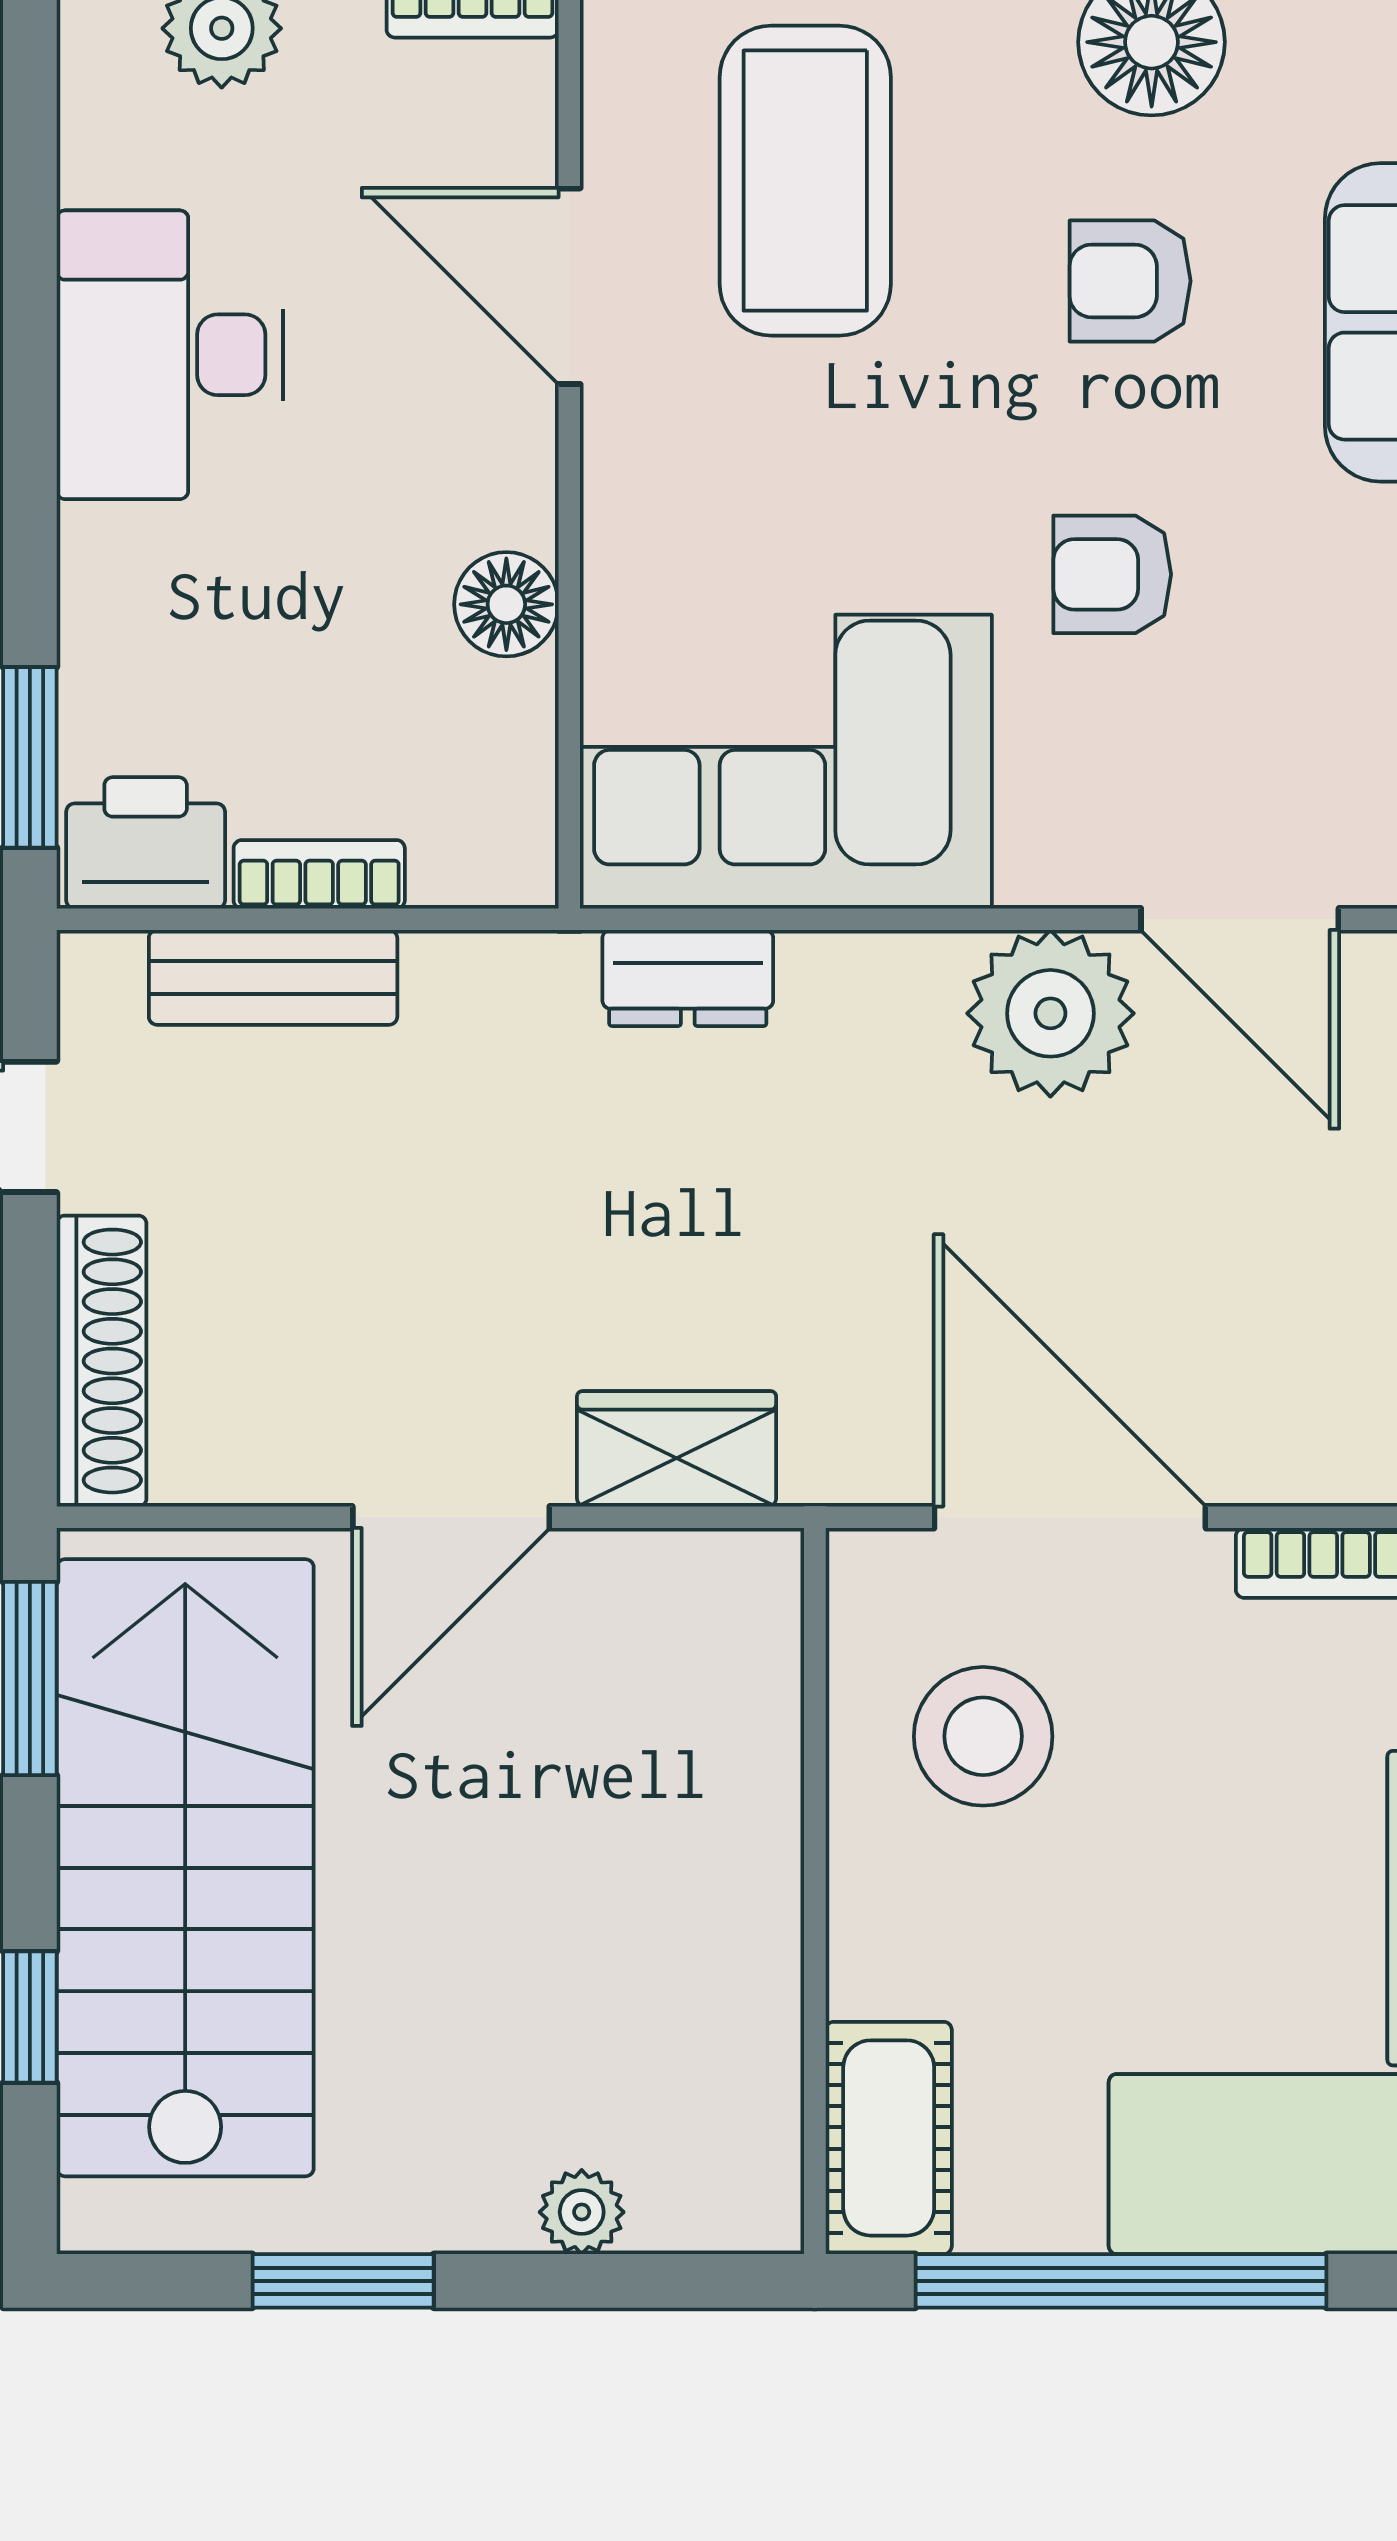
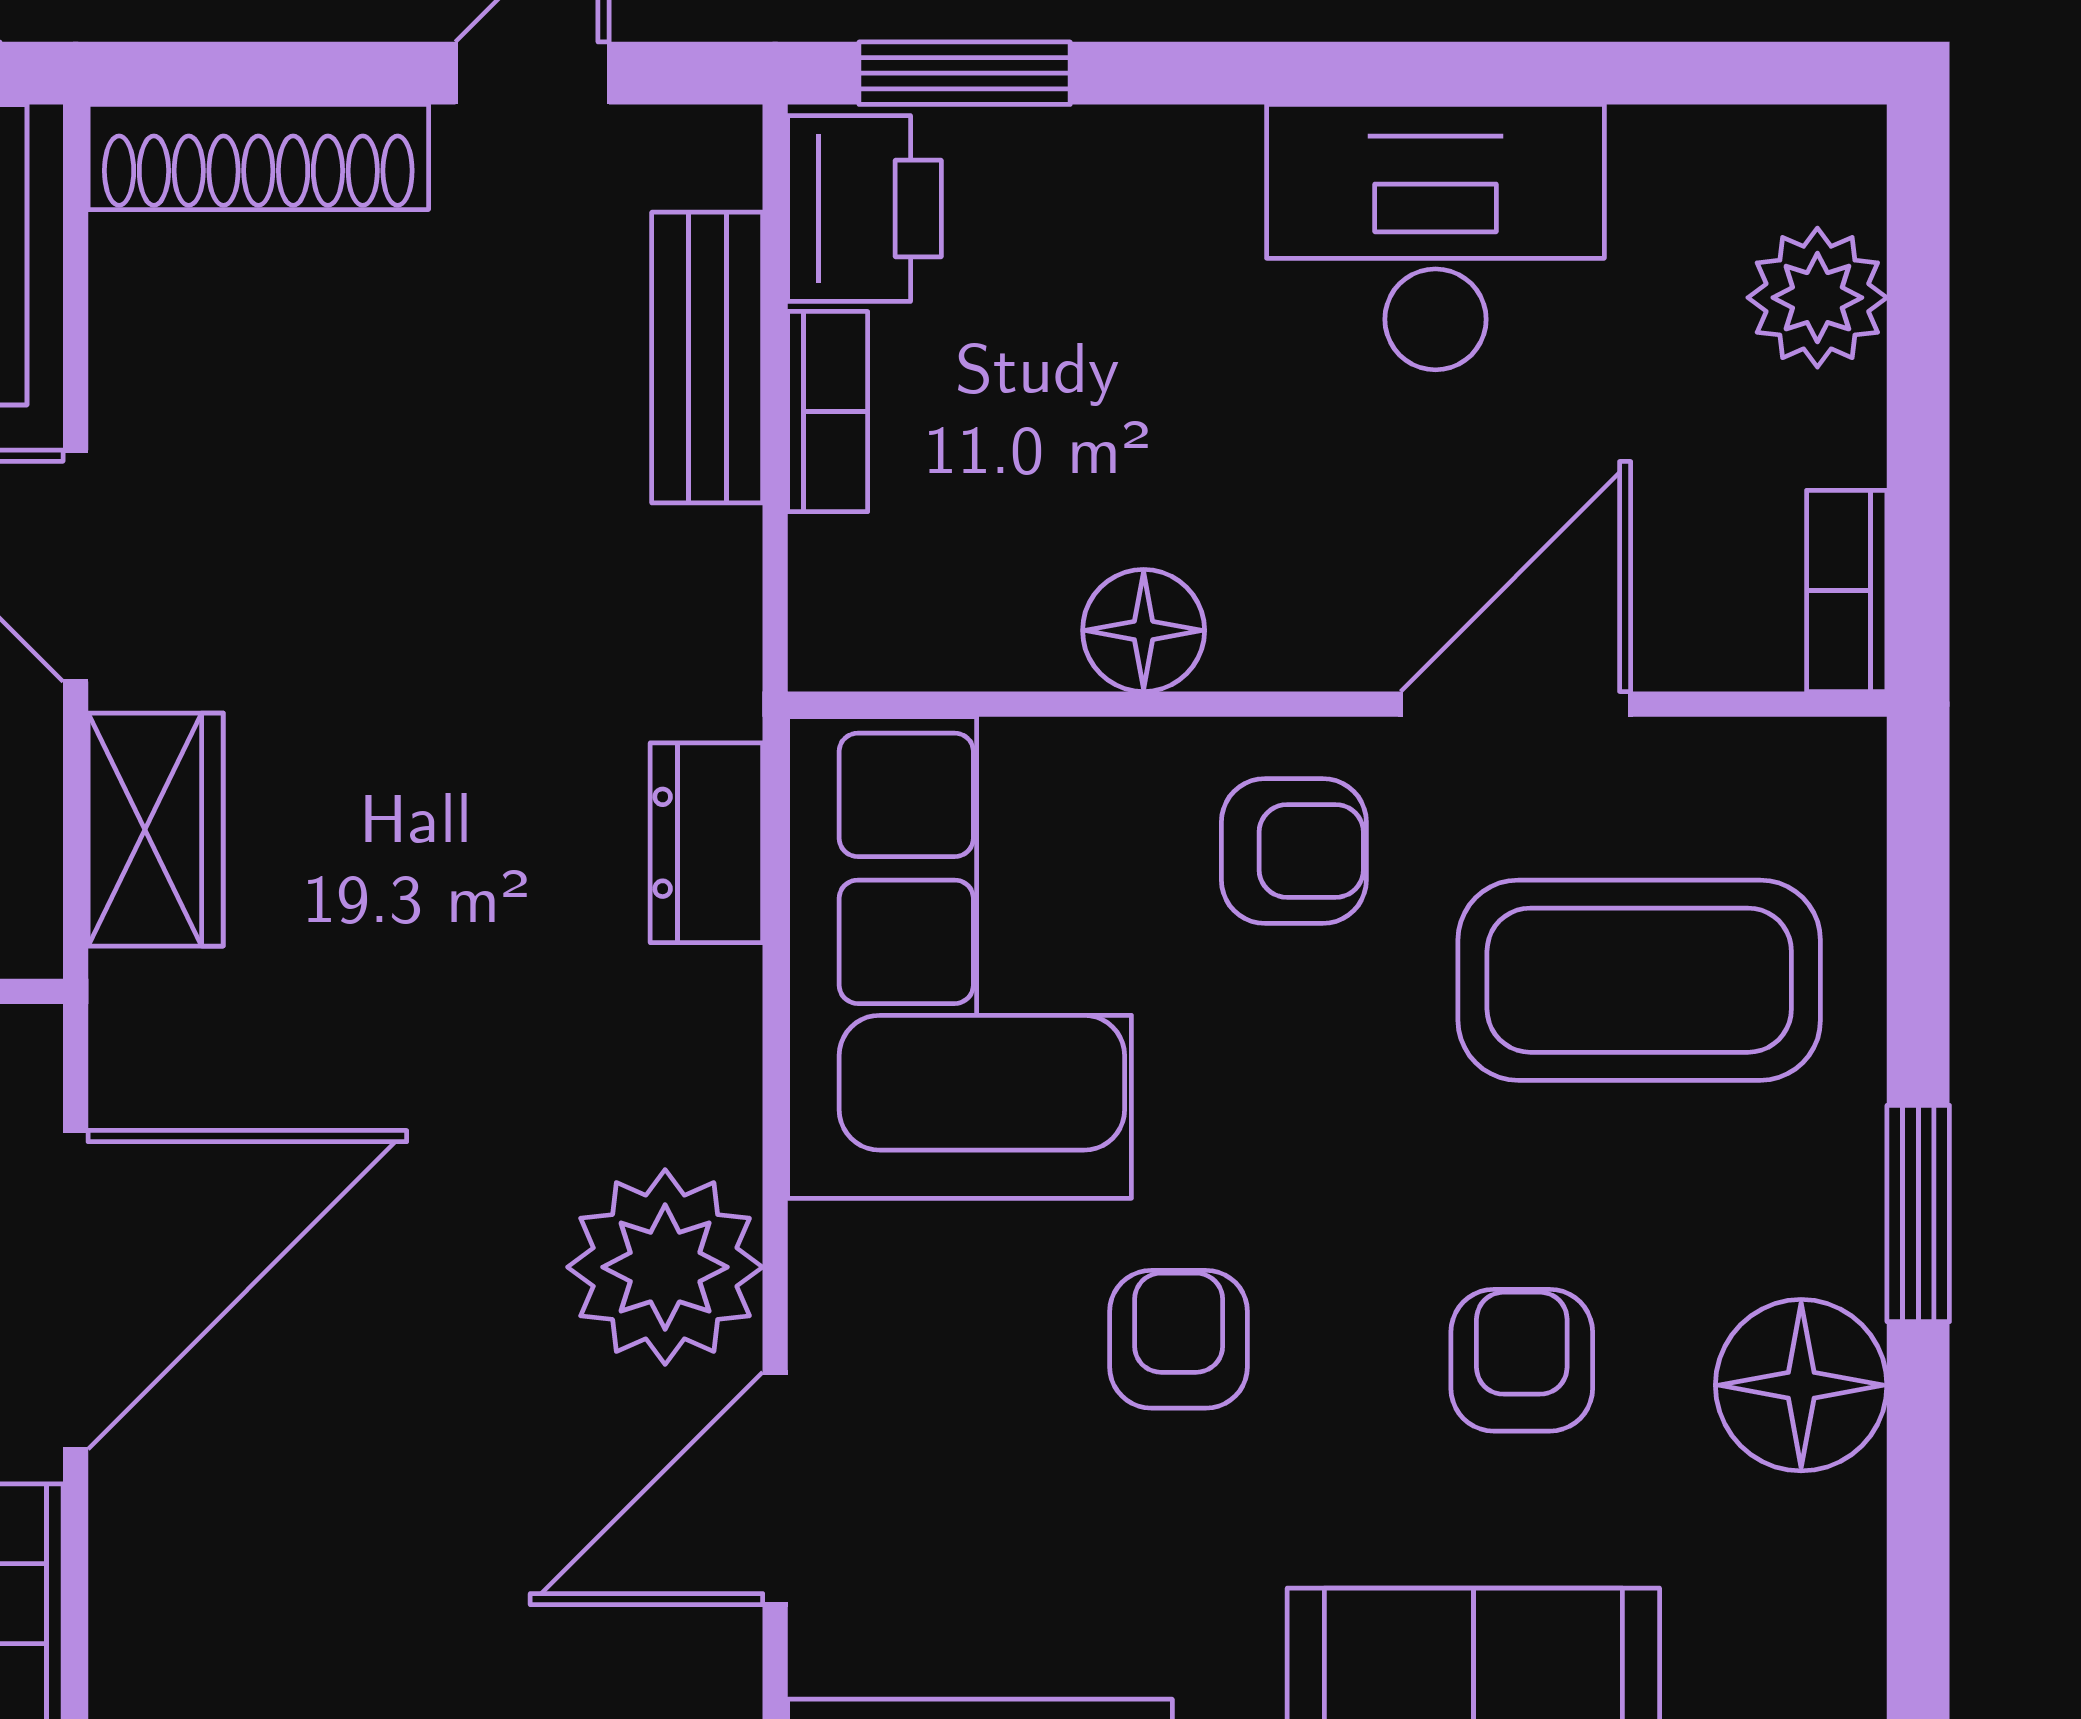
armchair: (695, 476) -> (1294, 851), added

